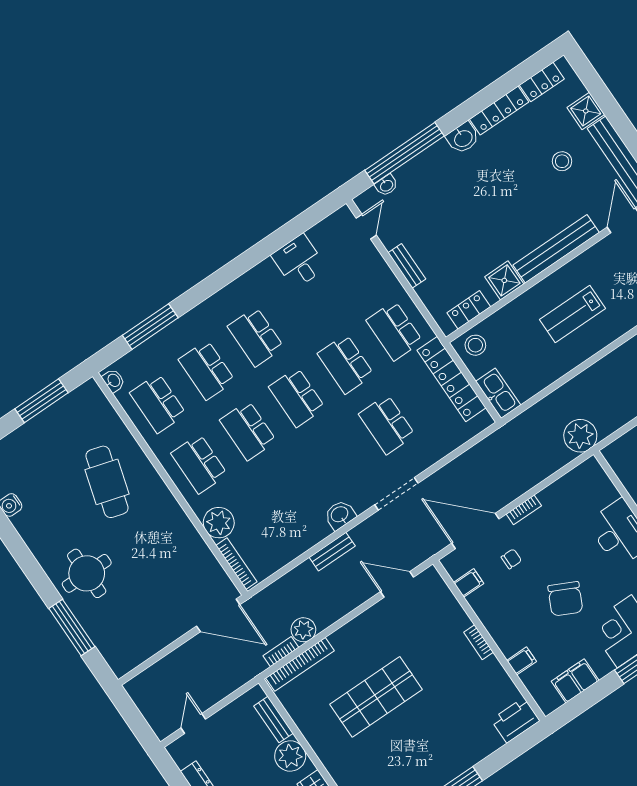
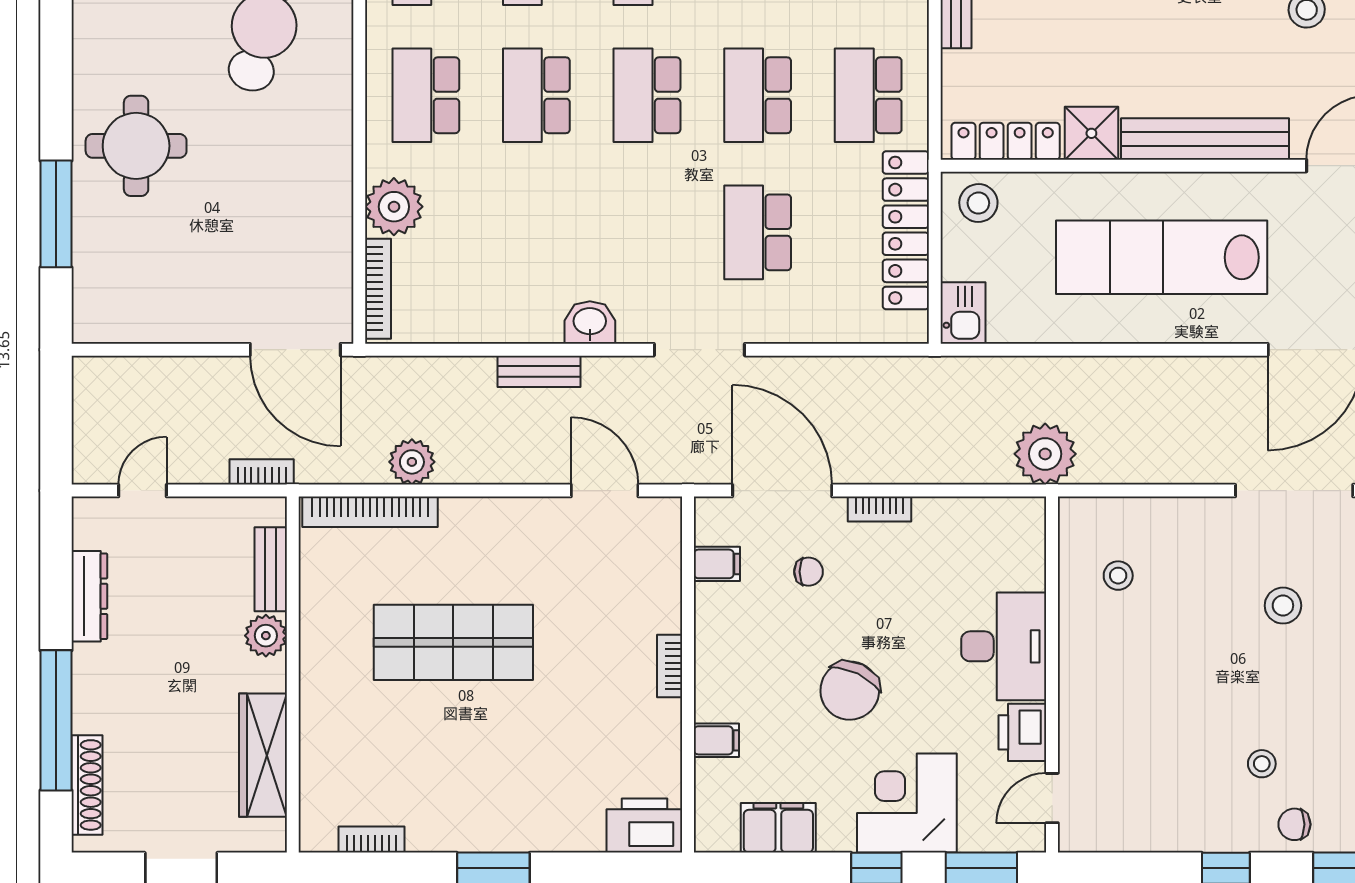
locker: (469, 310) -> (1006, 141), width x1.53
lab bench: (573, 314) -> (1162, 257), width x1.86, depth x1.39
kitchen sink: (498, 393) -> (963, 313), width x0.73
bookcase: (281, 652) -> (262, 472), moved
plant: (290, 756) -> (266, 636), width x0.73, depth x0.73

